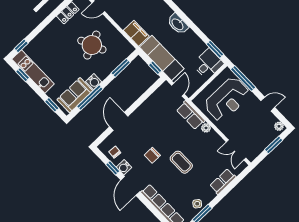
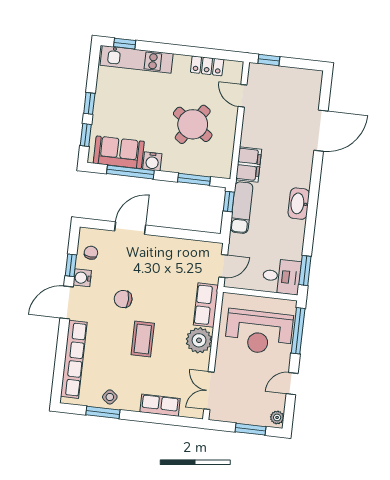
round table: (92, 45) -> (193, 124), turned -33
exam couch: (162, 58) -> (241, 208), width x0.73, depth x0.69
window: (155, 68) -> (229, 201), moved
kitchen unit: (33, 72) -> (137, 59), moved, turned 90
window: (23, 75) -> (89, 103), moved
door: (268, 104) -> (292, 384), swing flipped
plant: (206, 128) -> (199, 340), width x1.88, depth x1.88

